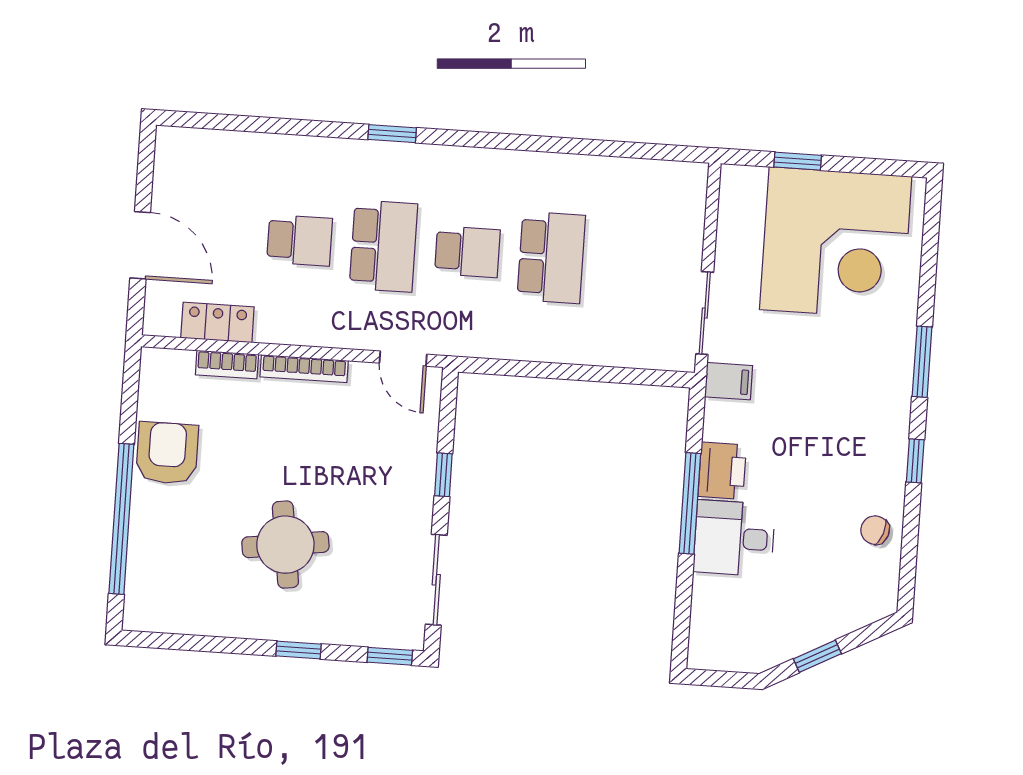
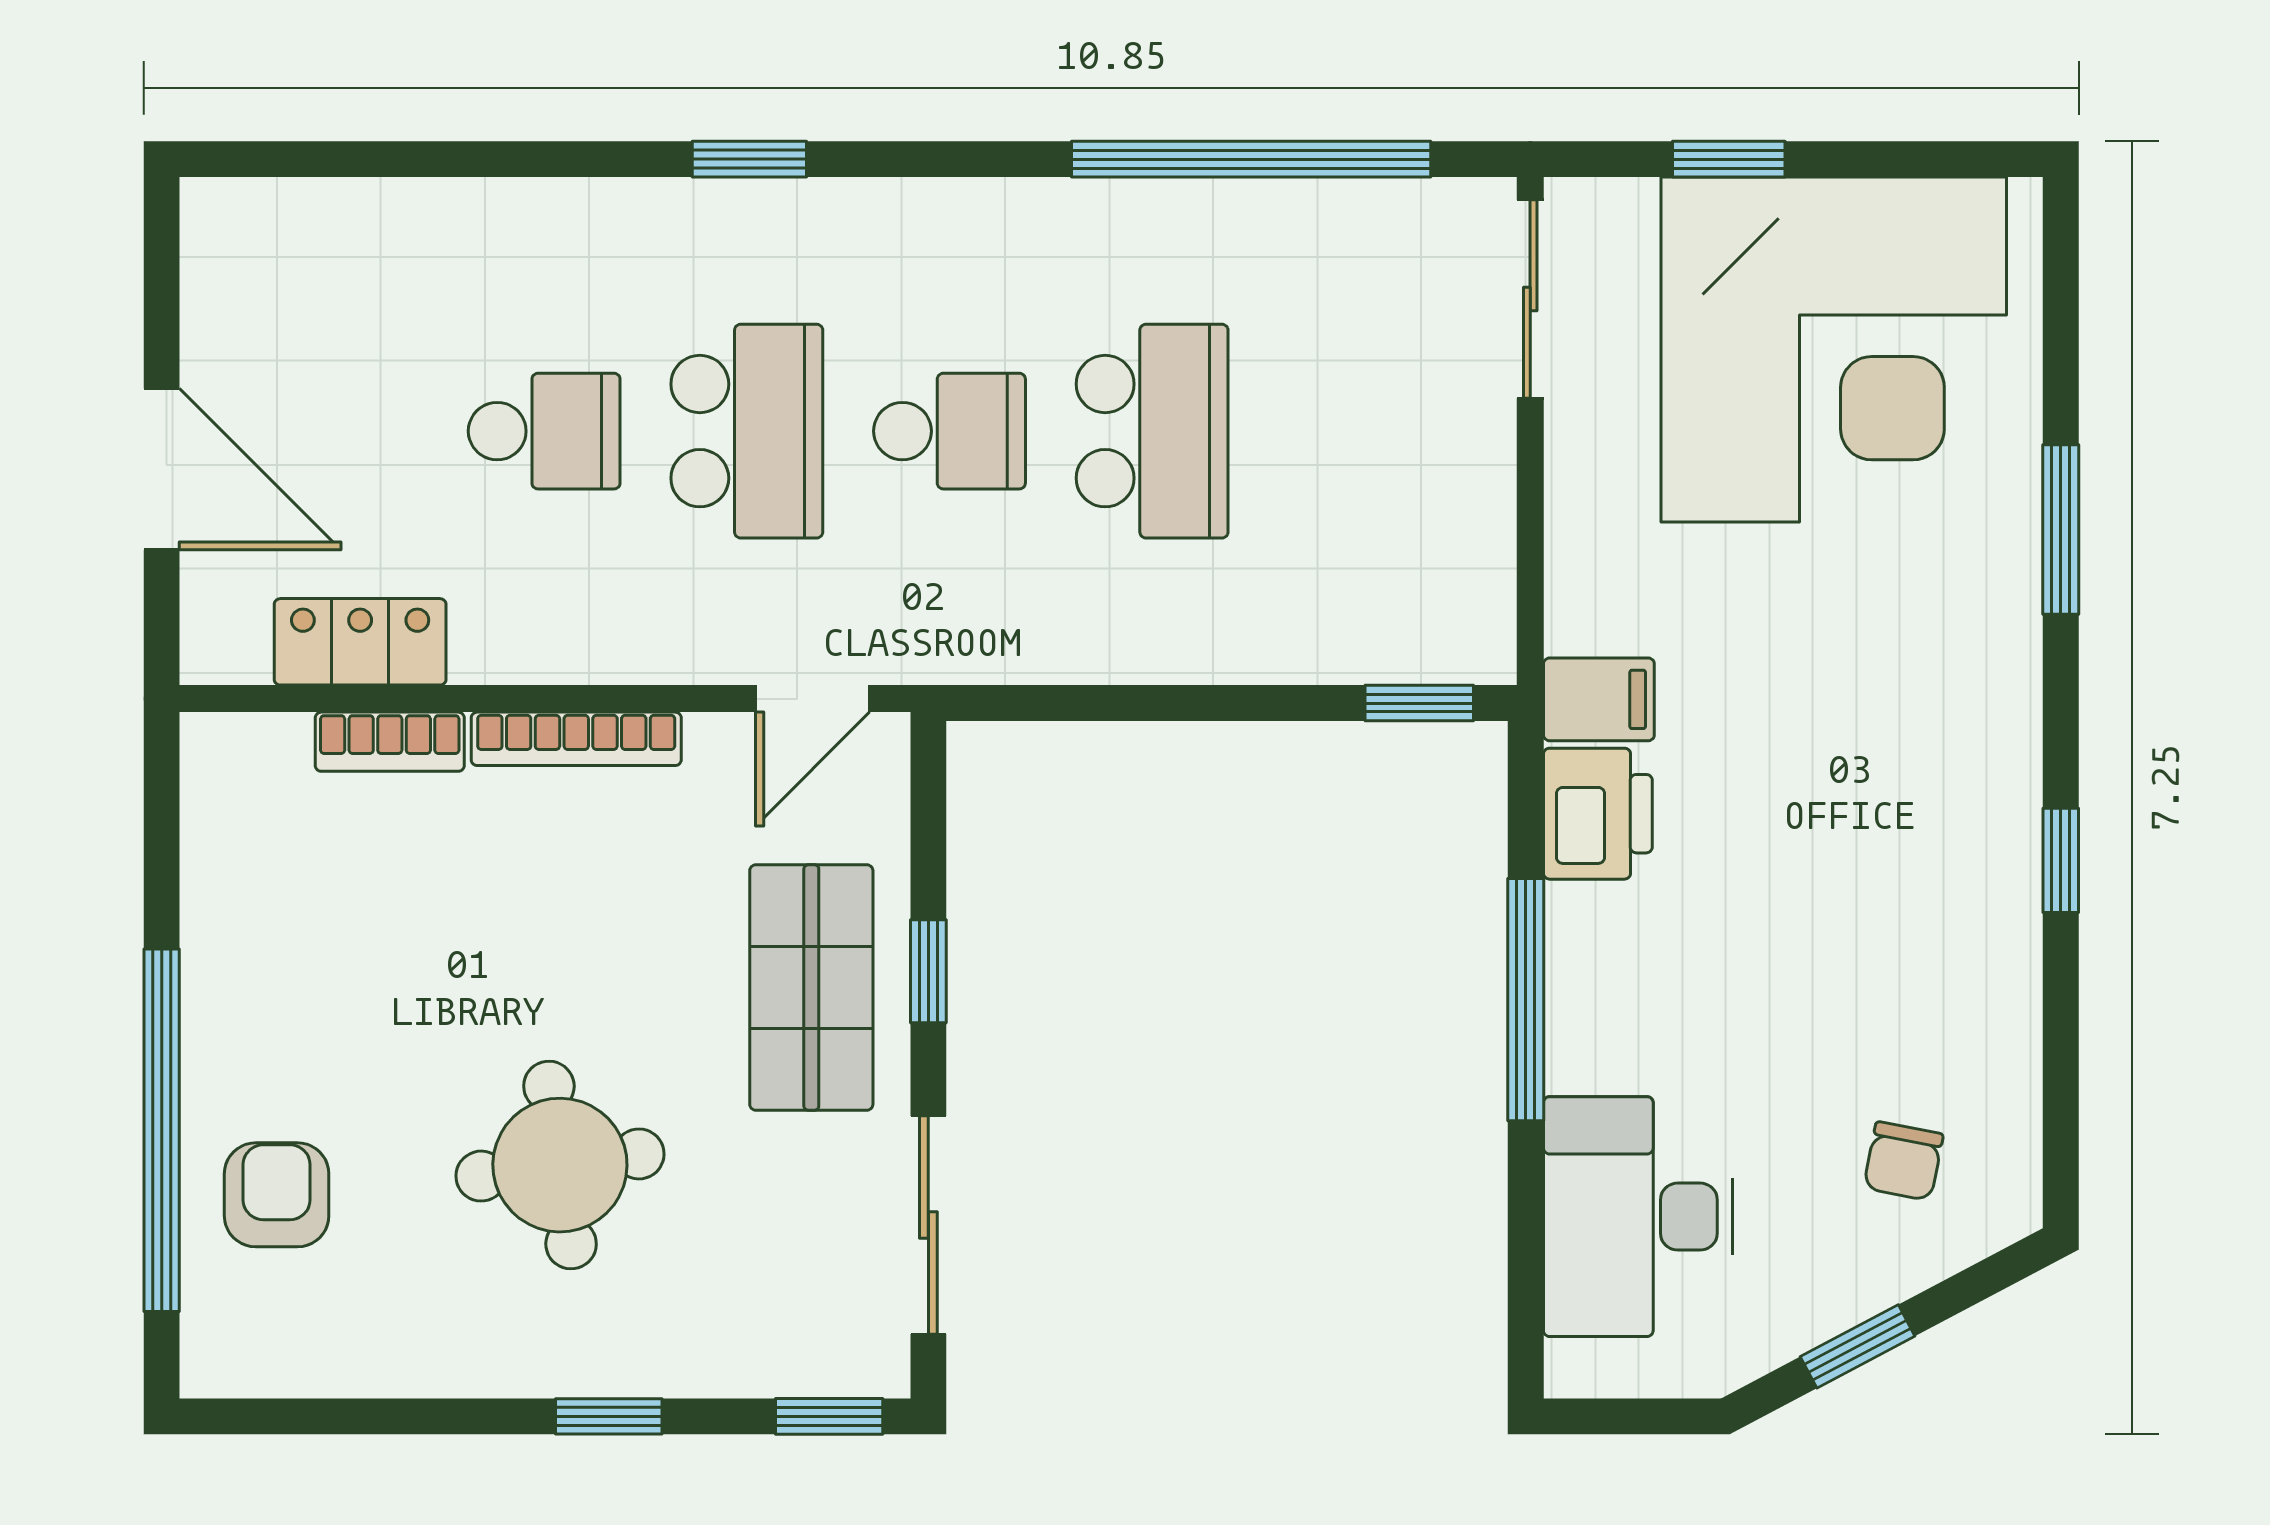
window: (600, 148) -> (1251, 159), added
sliding door: (705, 313) -> (1530, 299), moved
door: (403, 359) -> (813, 699), hinge flipped
window: (922, 362) -> (2061, 530), moved
window: (654, 378) -> (1419, 703), added
armchair: (167, 453) -> (277, 1195), moved, width x0.72, depth x0.72
printer: (722, 471) -> (1598, 814), moved
shop shelf: (394, 478) -> (811, 987), added
chair: (875, 530) -> (1903, 1161), moved, turned -98
desk: (734, 538) -> (1638, 1217), moved, width x1.37

